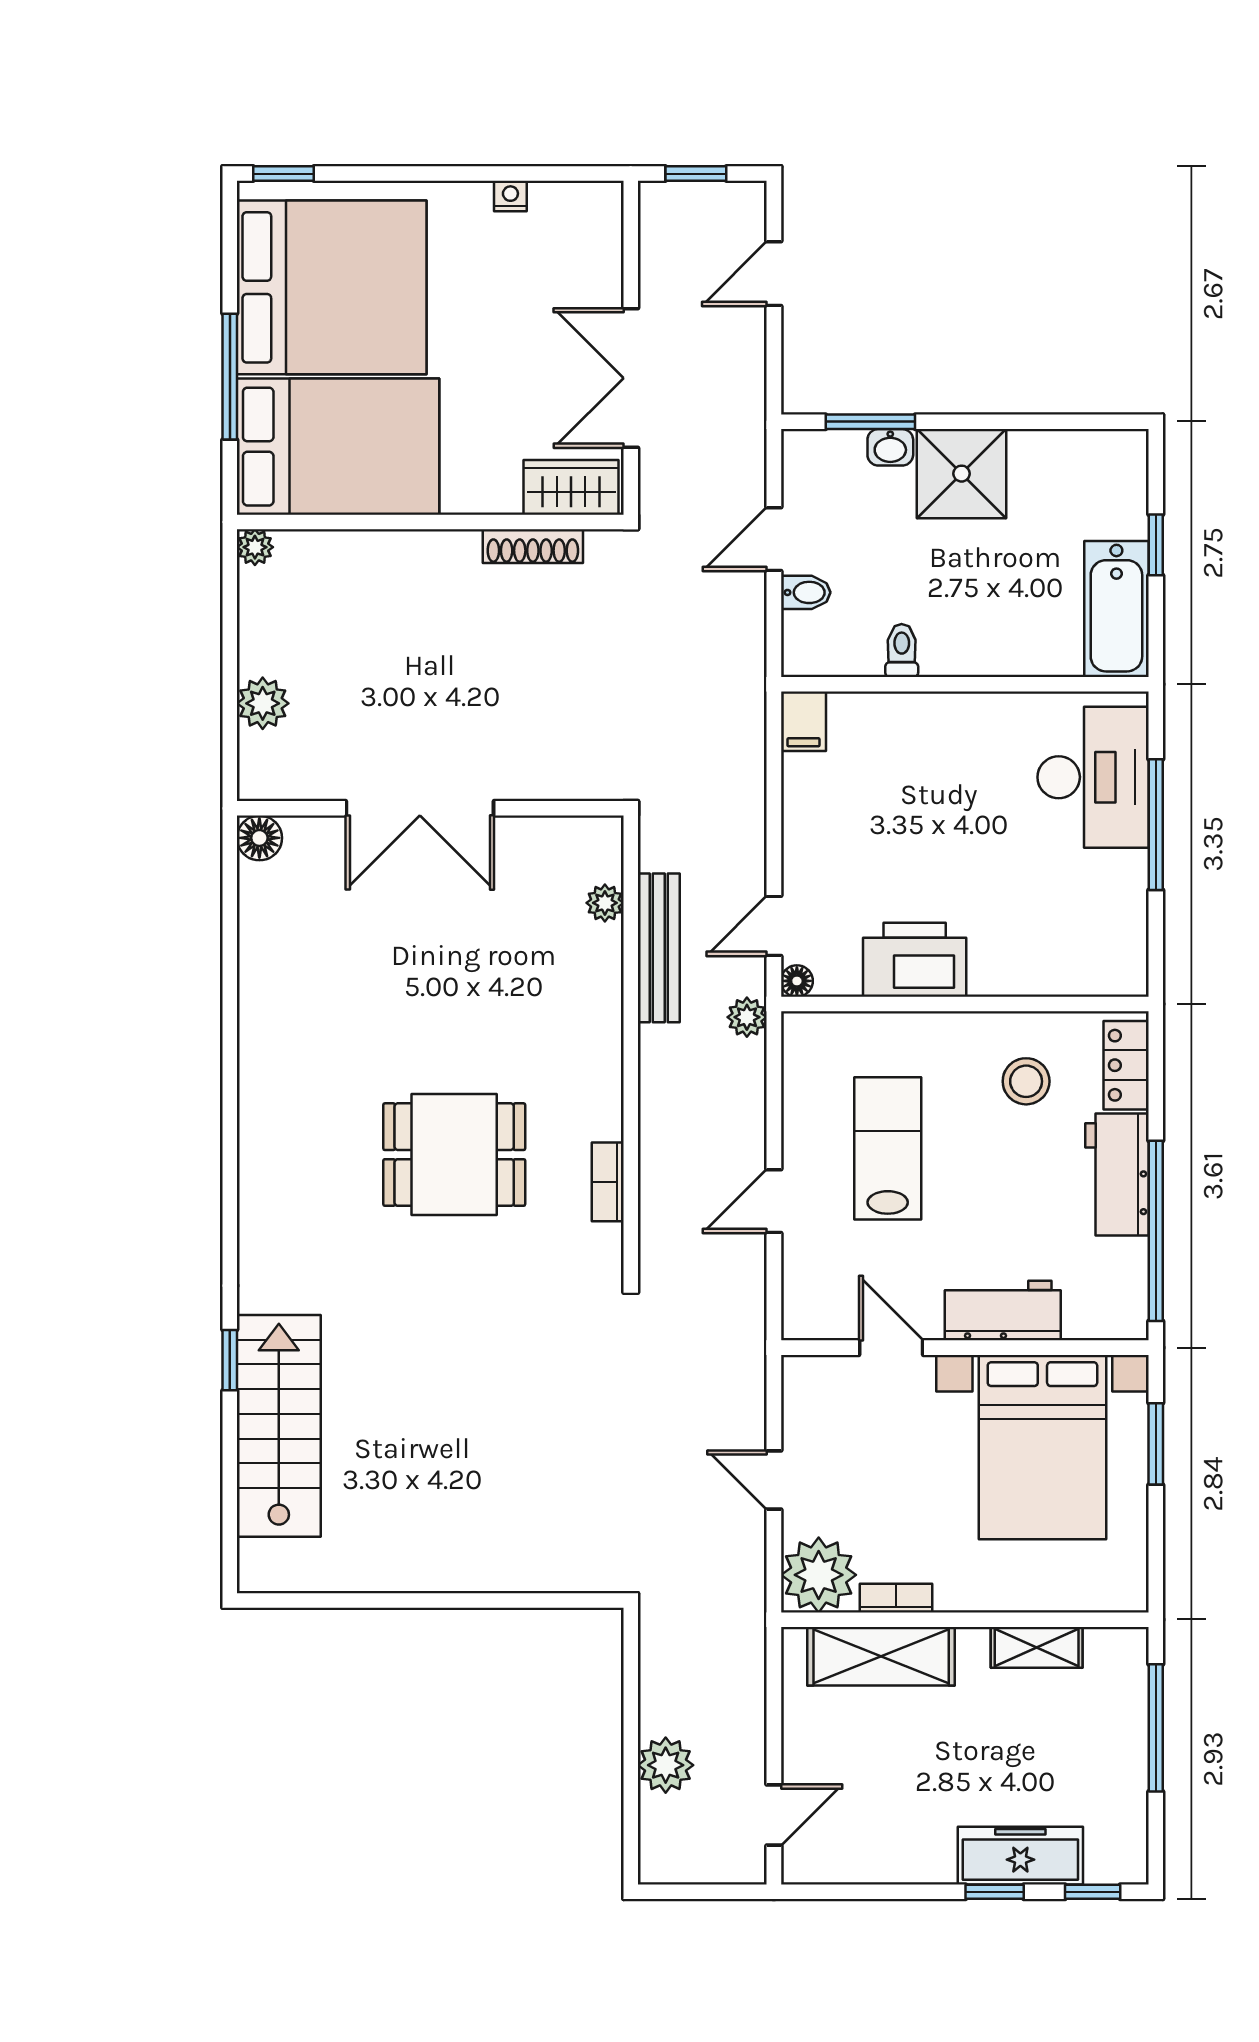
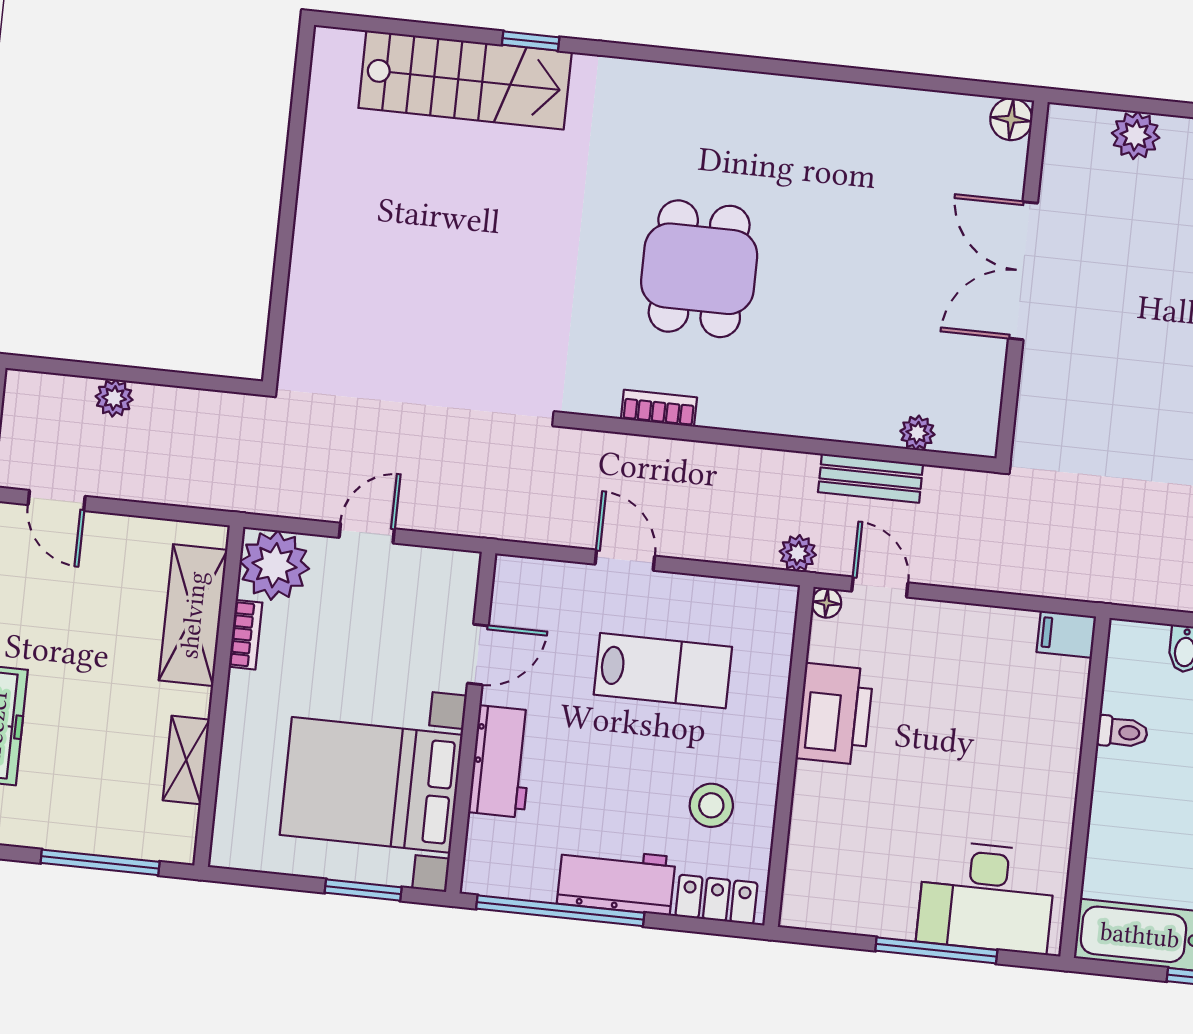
bench: (659, 948) -> (871, 478), width x0.73
plant: (666, 1765) -> (114, 398), width x0.73, depth x0.73

